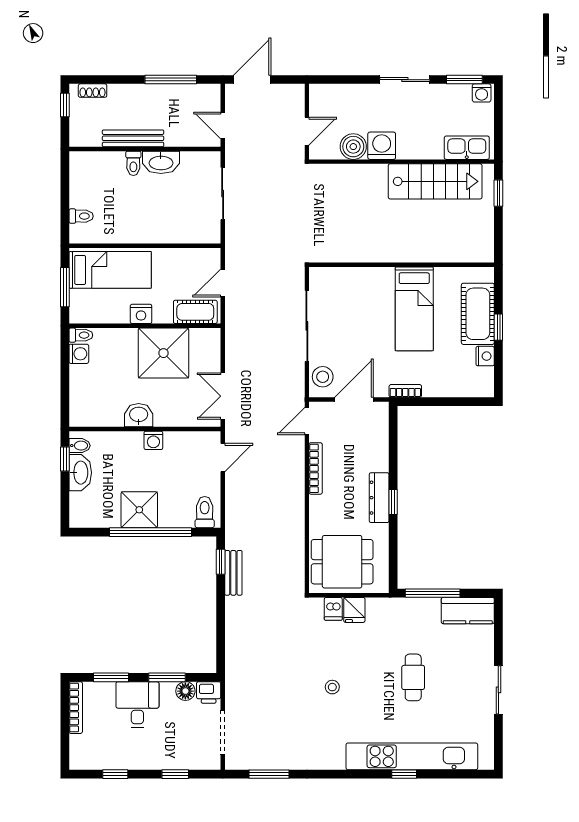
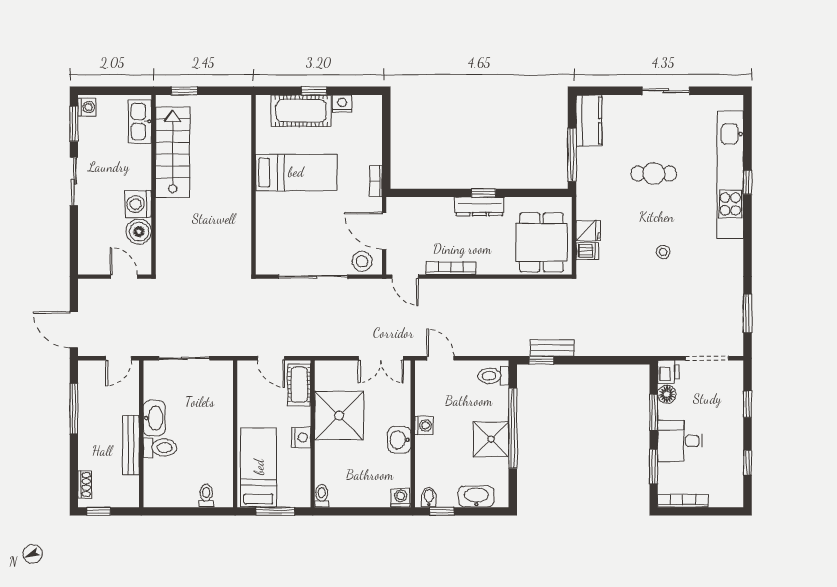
toilet: (133, 163) -> (160, 448), width x1.37, depth x1.39
washing machine: (79, 354) -> (401, 498), moved
washbasin: (80, 473) -> (476, 496), moved

